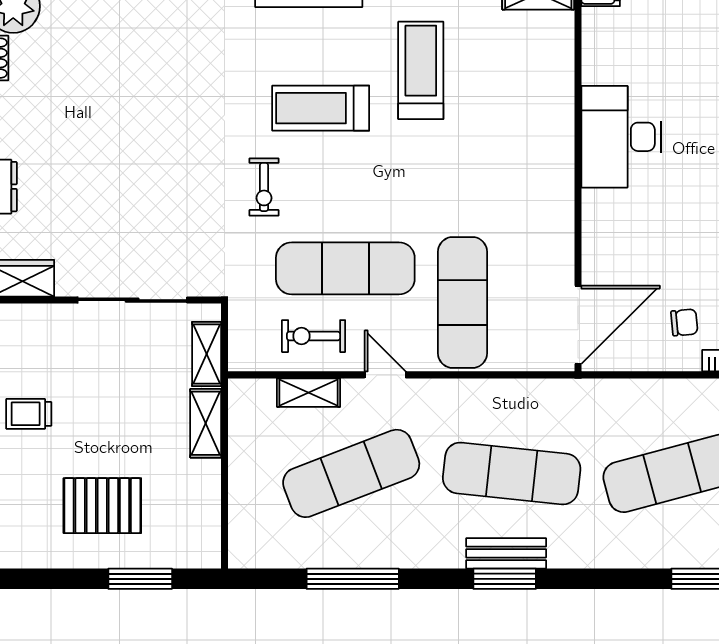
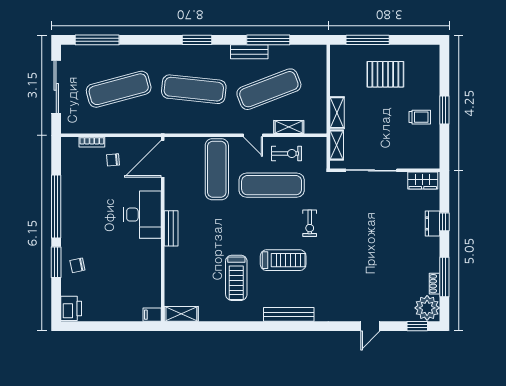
desk: (621, 137) -> (142, 215), moved
bench: (560, 176) -> (171, 228), added
exercise bike: (264, 187) -> (310, 223), turned 180
bench: (506, 553) -> (249, 52), moved
window: (140, 579) -> (368, 40), width x1.44

